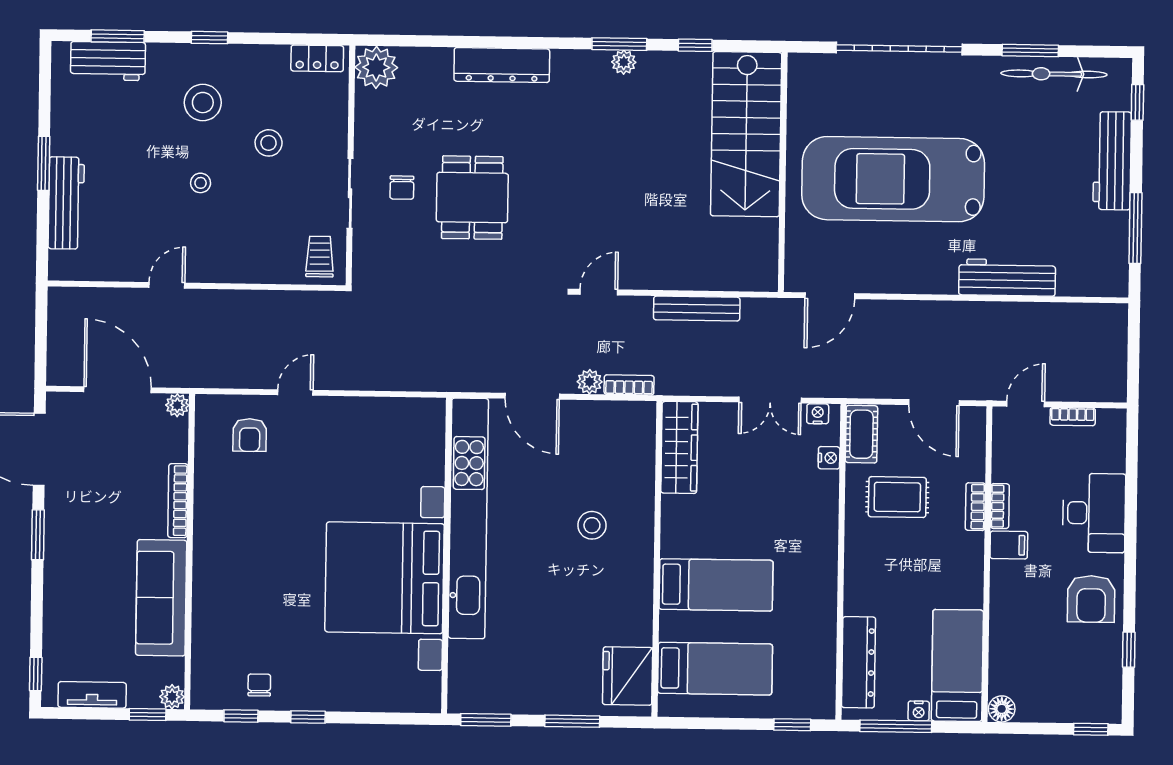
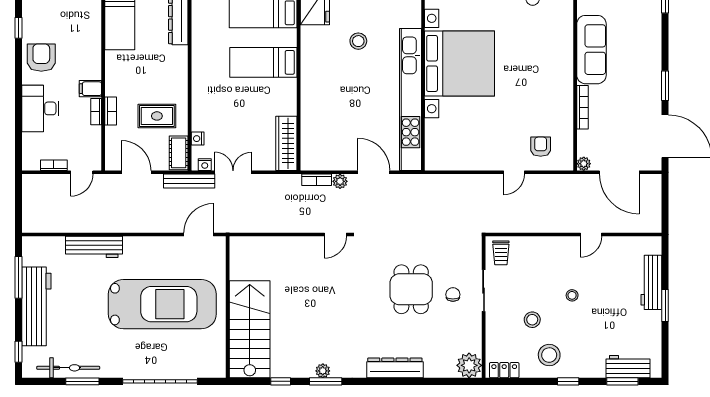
stool: (203, 103) -> (549, 355), moved
workbench: (1112, 161) -> (36, 306), width x1.36, depth x1.32
bench: (697, 309) -> (189, 181), moved
stool: (592, 525) -> (358, 41), moved

